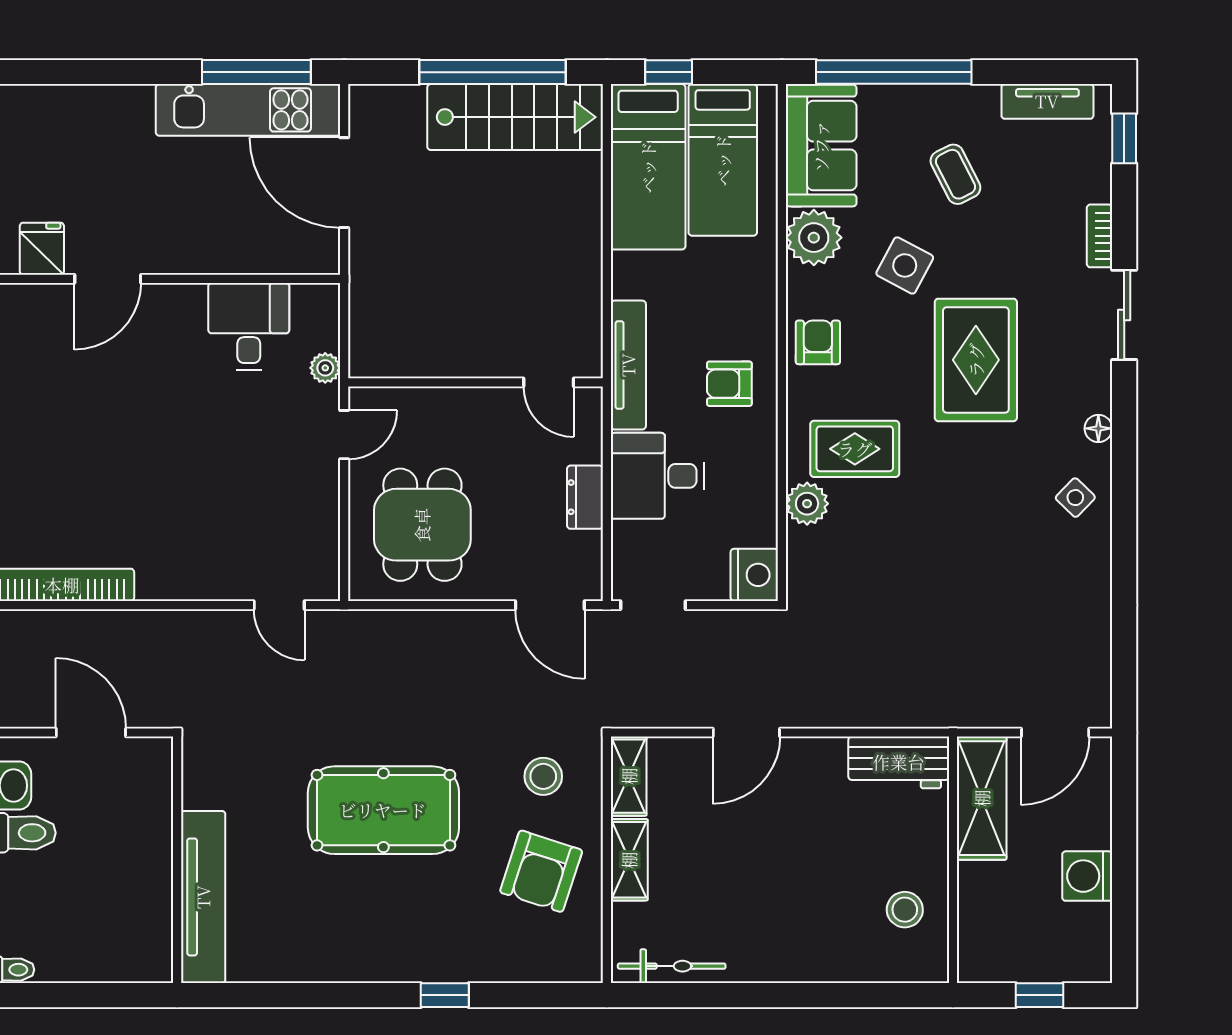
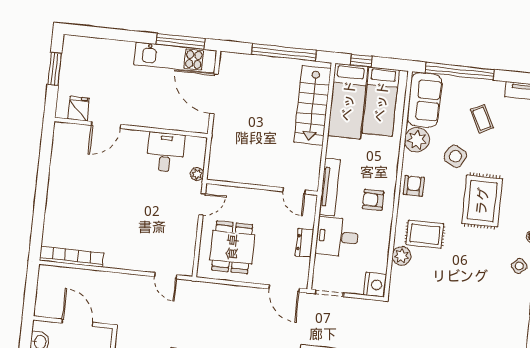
stairs: (515, 117) -> (313, 105), moved, turned 90

